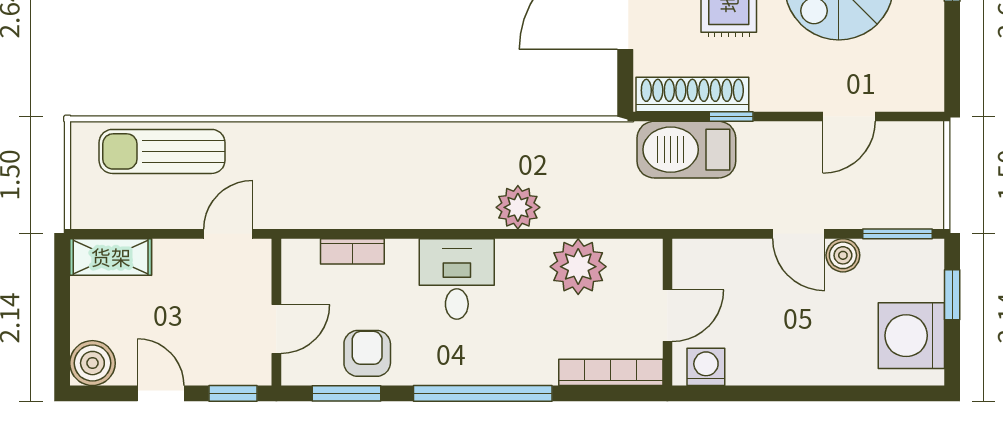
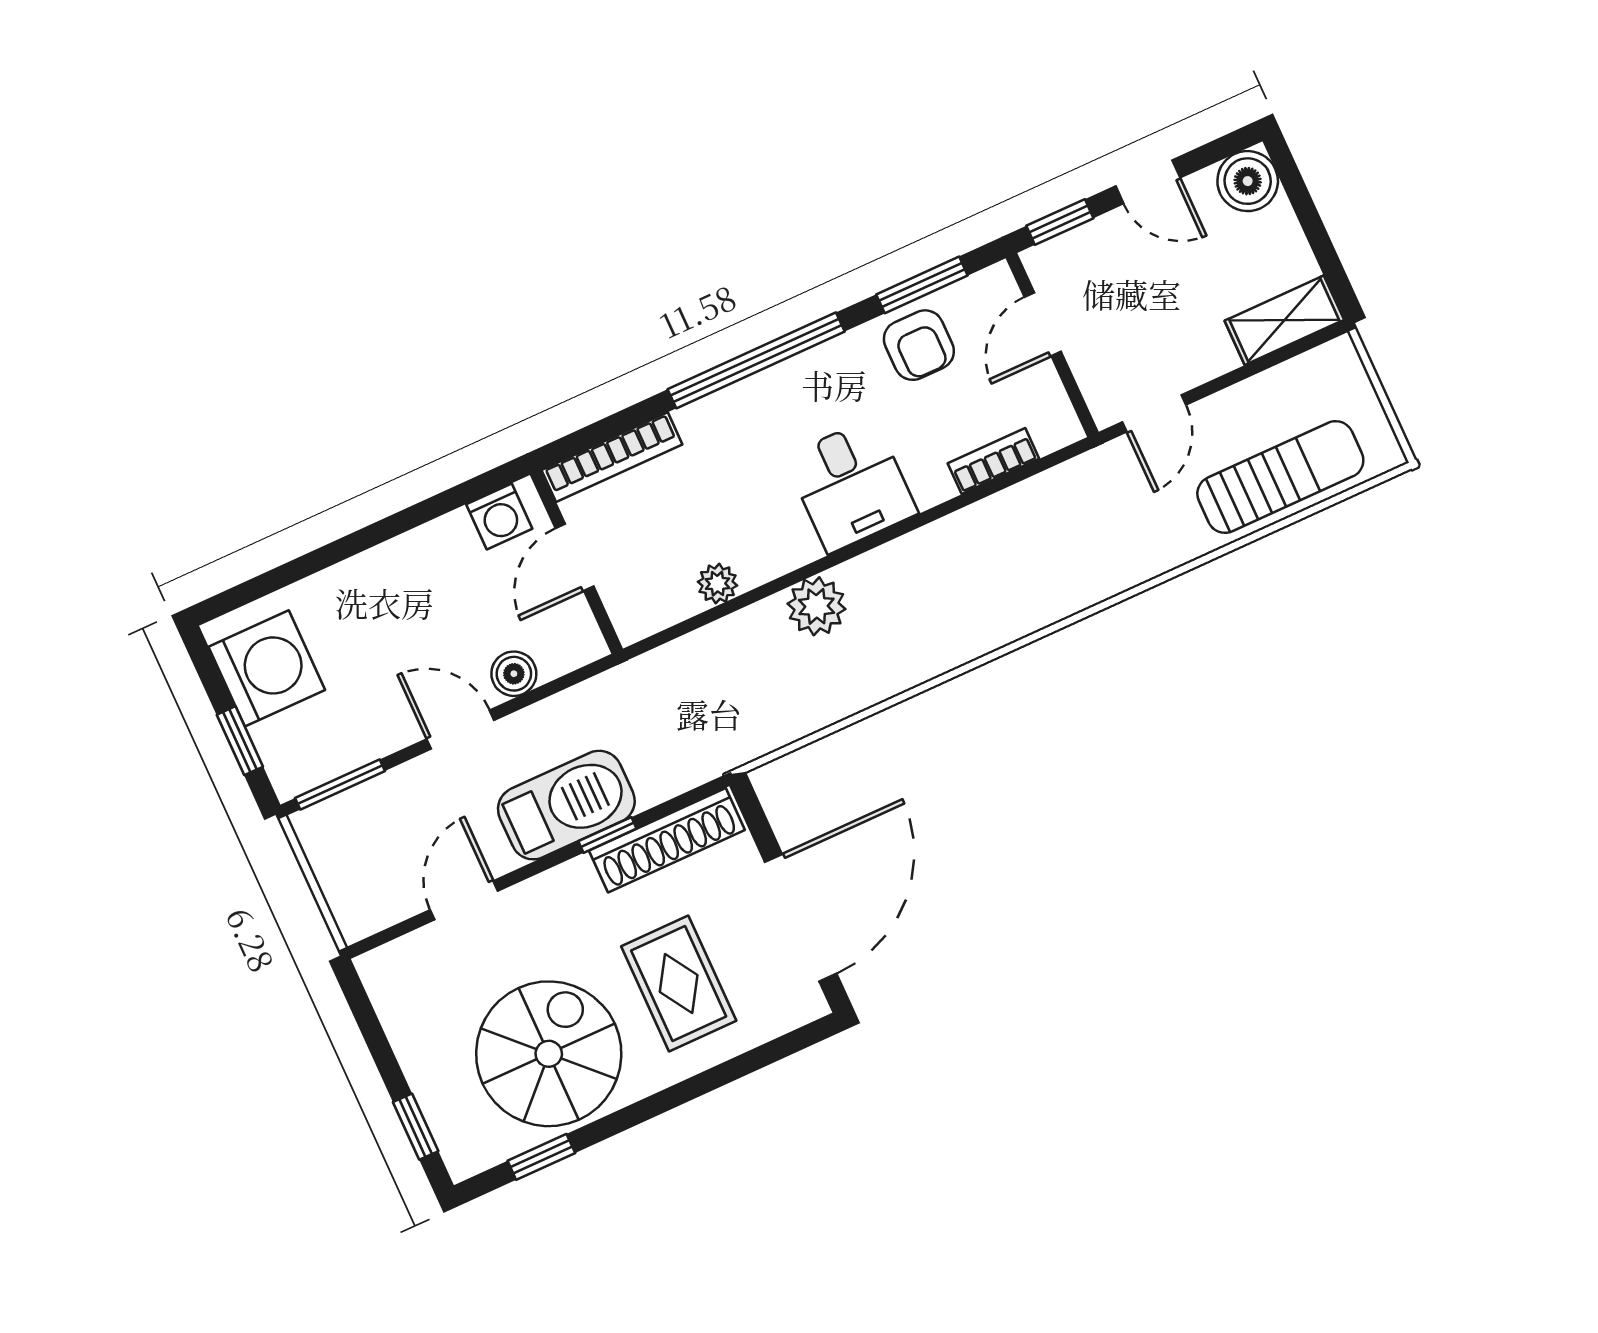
barbecue: (686, 150) -> (566, 805), moved
boiler: (843, 255) -> (514, 674), moved
plant: (578, 267) -> (717, 584), width x0.53, depth x0.53

